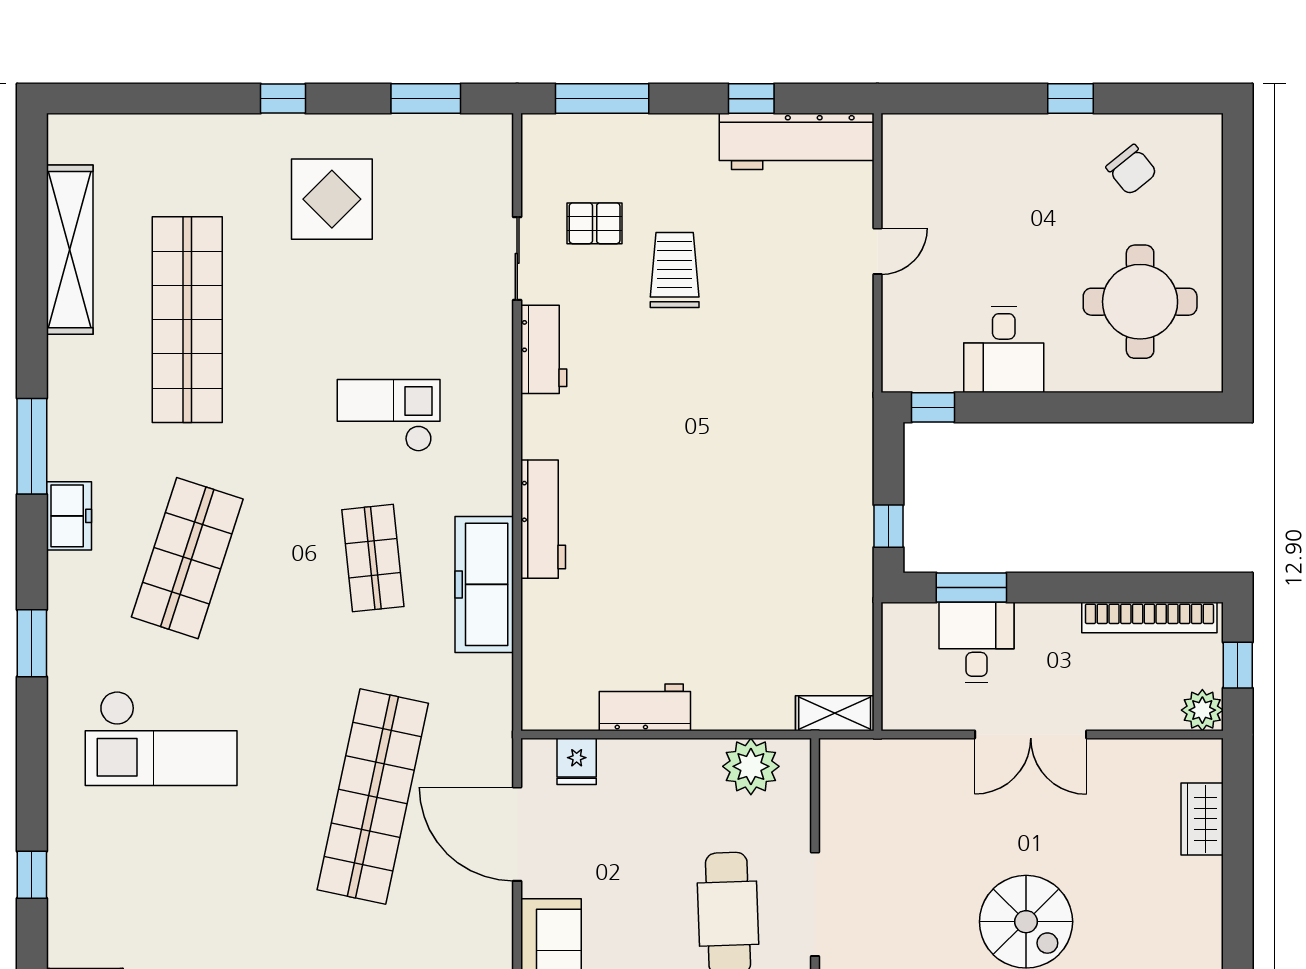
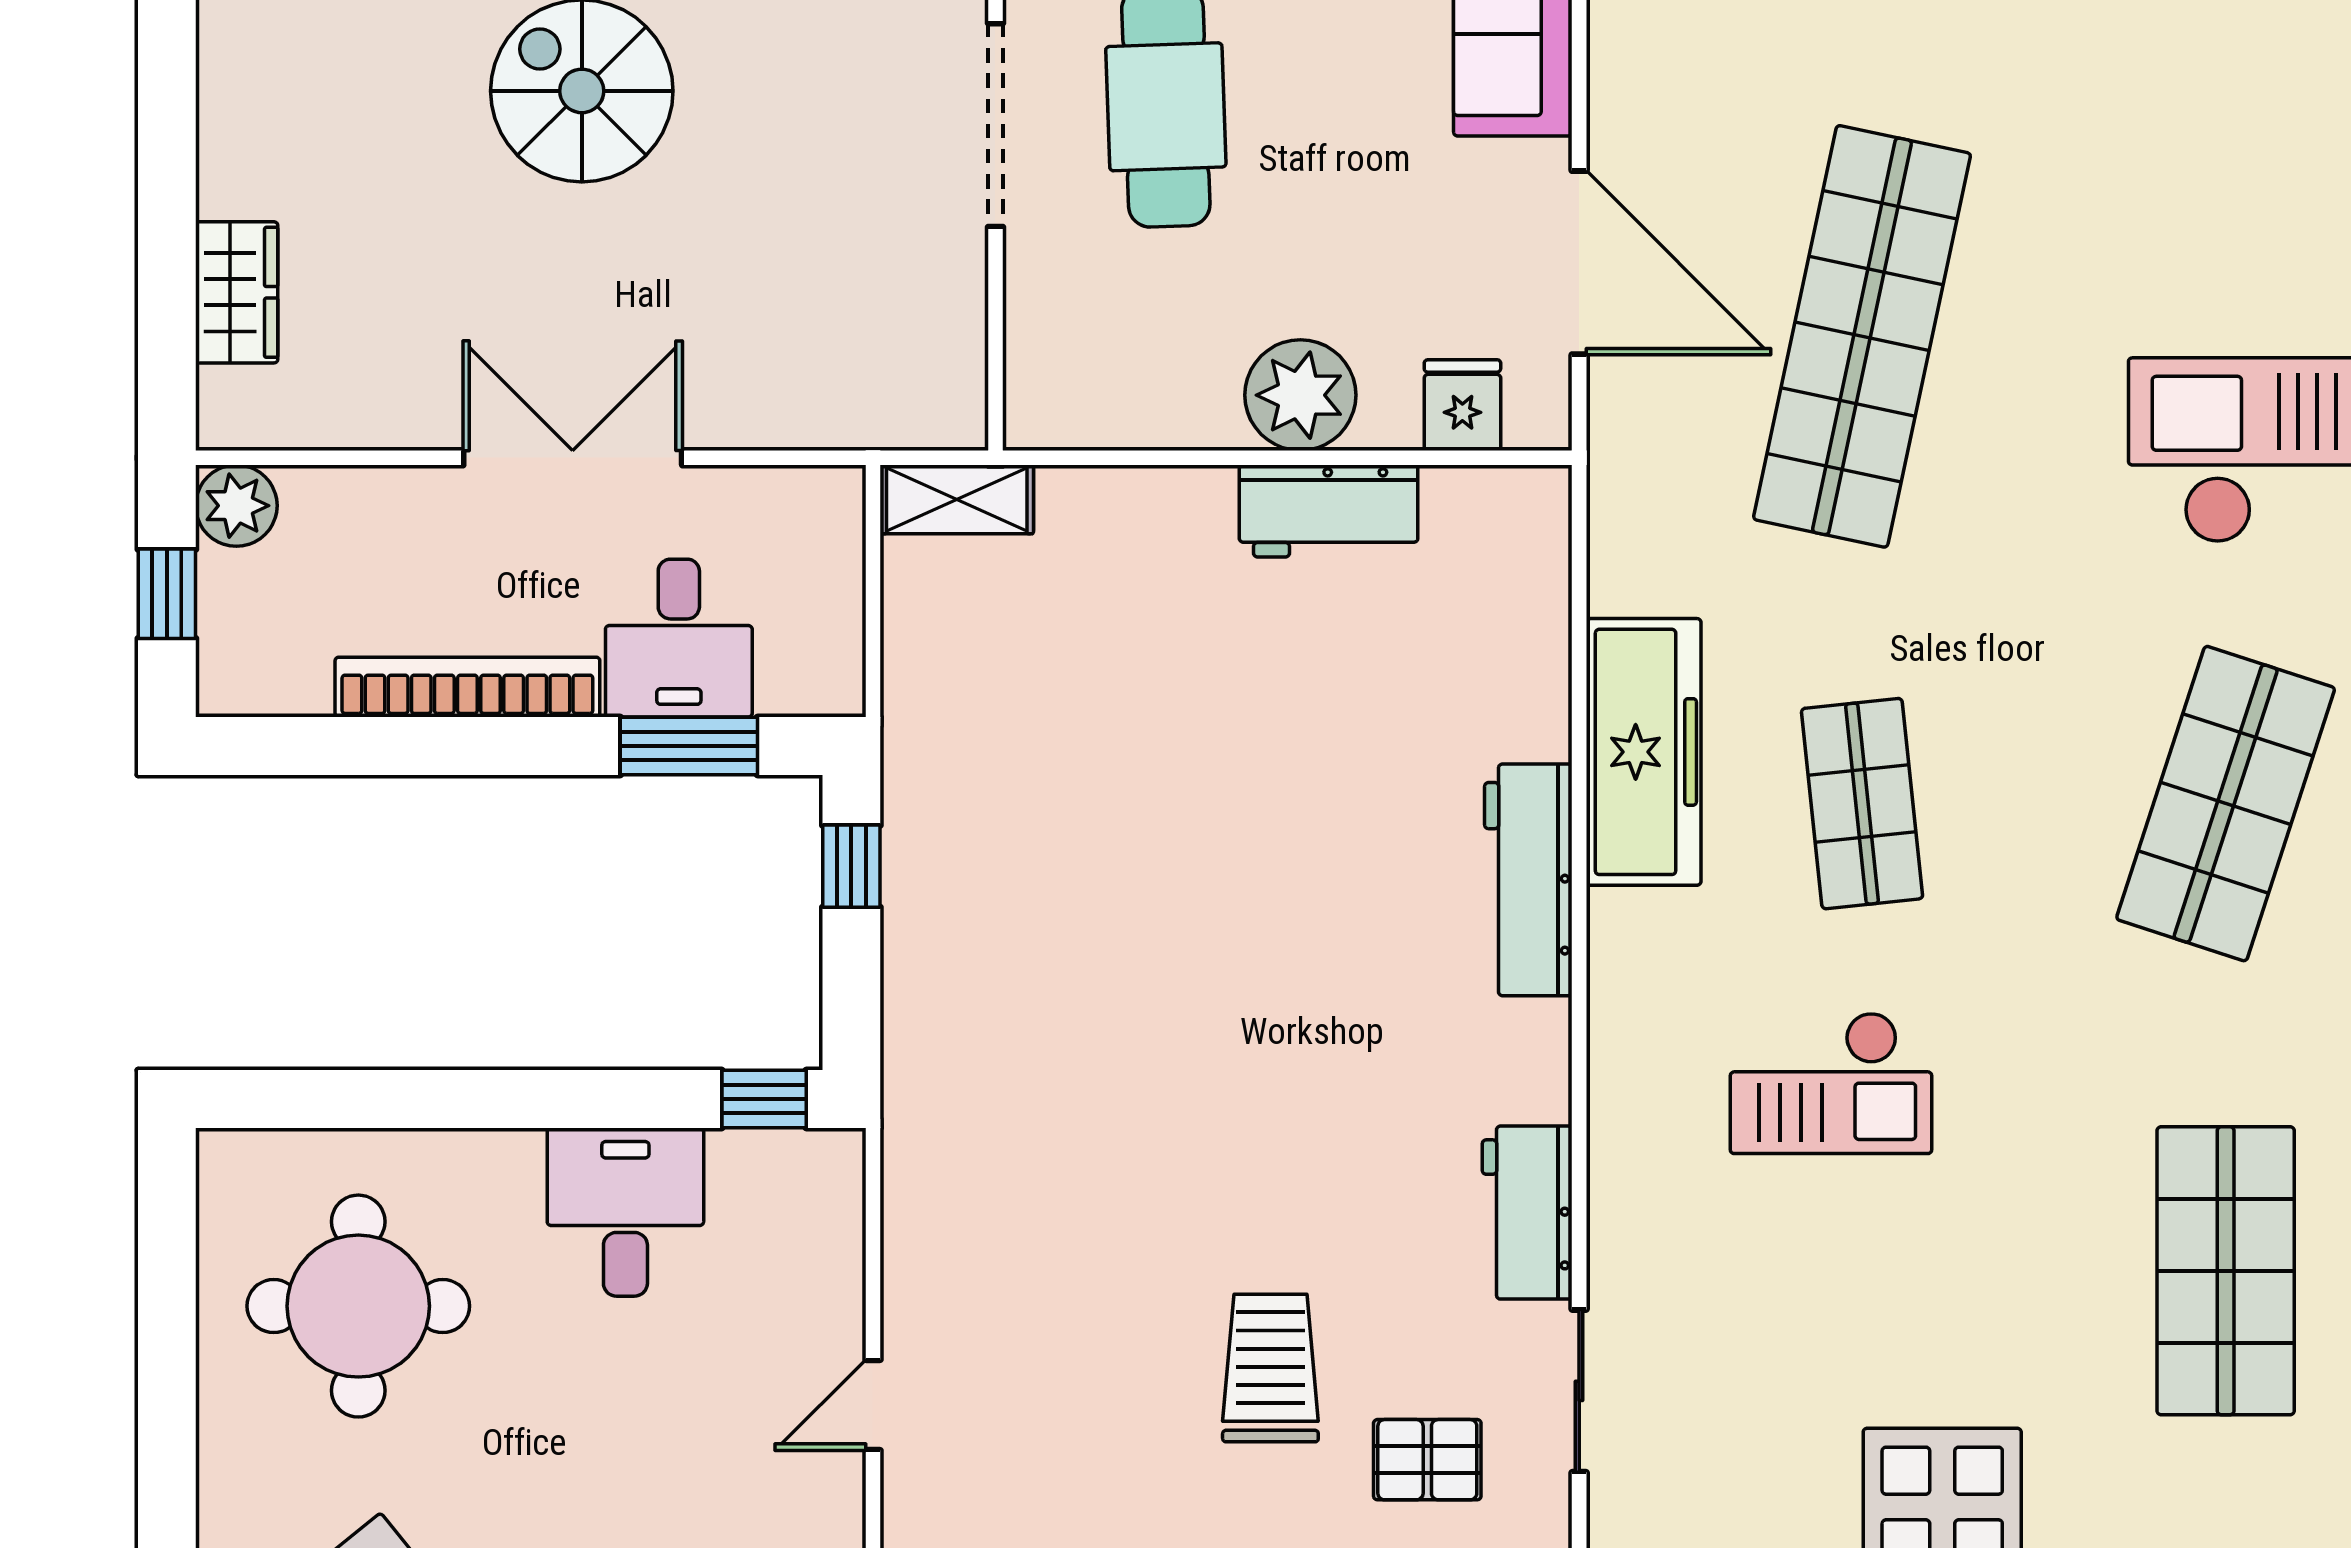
trolley: (675, 270) -> (1270, 1368), turned 180
shop shelf: (187, 320) -> (2226, 1271), width x0.71
bookcase: (1149, 618) -> (467, 687), moved
plant: (751, 766) -> (1300, 395), moved

